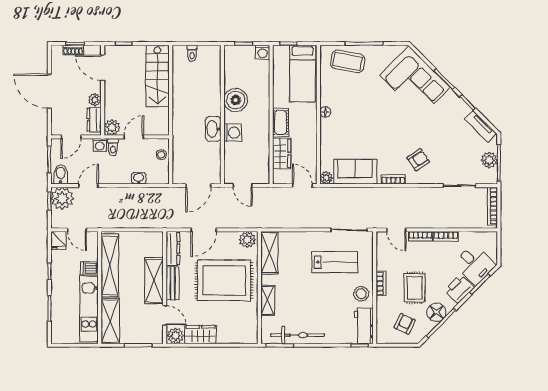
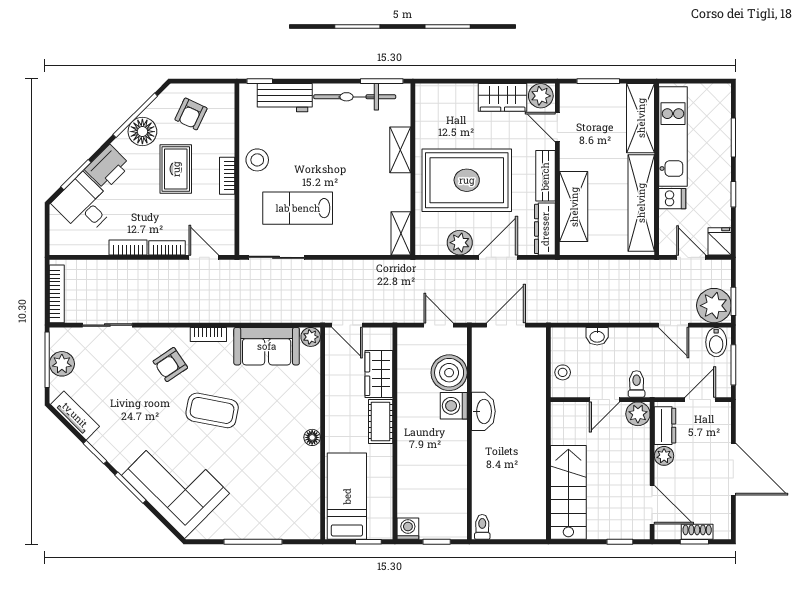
toilet: (192, 53) -> (482, 527), moved
coffee table: (348, 61) -> (212, 410), moved
boiler: (236, 100) -> (449, 373), moved
washing machine: (100, 145) -> (657, 387), removed
door: (89, 186) -> (674, 325), hinge flipped
plant: (247, 240) -> (460, 243), moved
shelving: (269, 253) -> (401, 233), width x0.67, depth x0.75
shelving: (154, 281) -> (574, 207), moved
workbench: (364, 326) -> (285, 98), moved, turned 90

